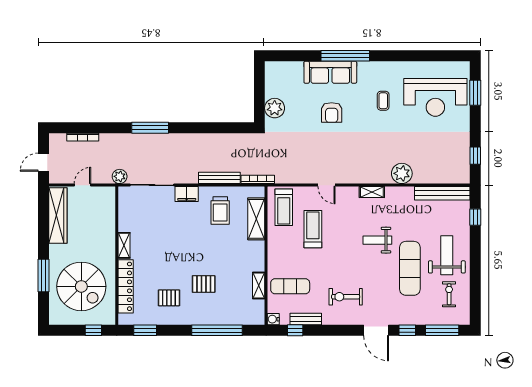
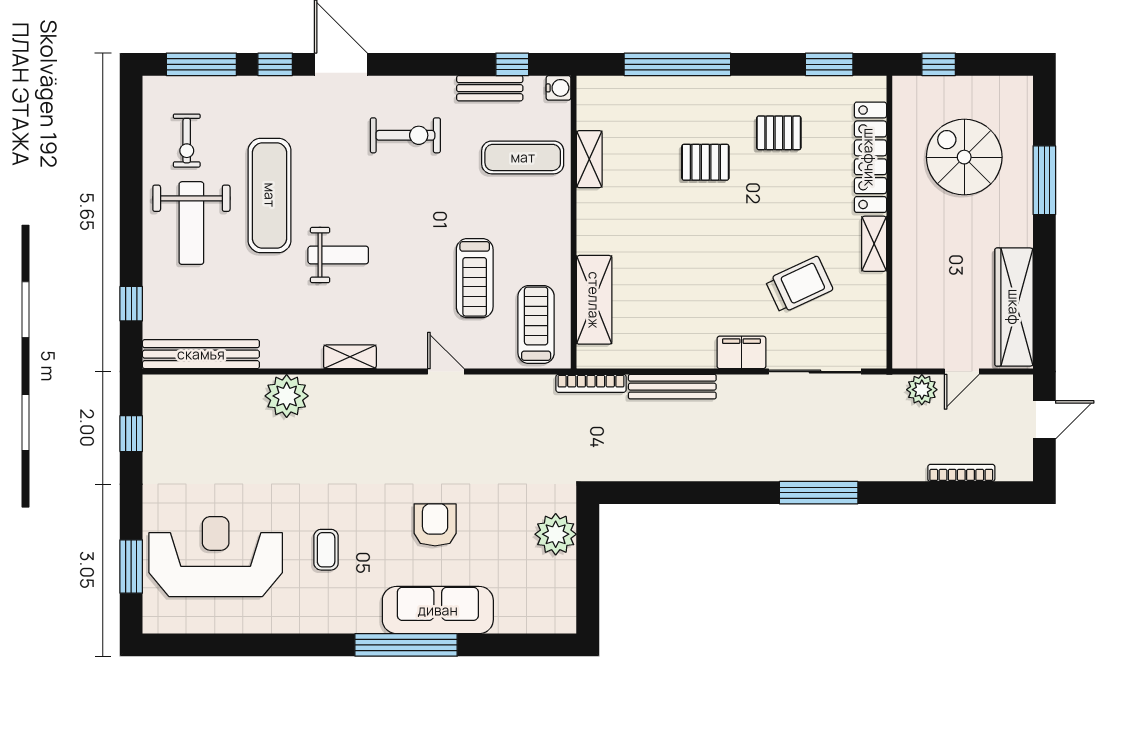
plant: (120, 176) -> (922, 390), moved
trolley: (220, 211) -> (799, 285), moved, turned 65
spiral stairs: (81, 286) -> (964, 157), width x0.73, depth x0.73

